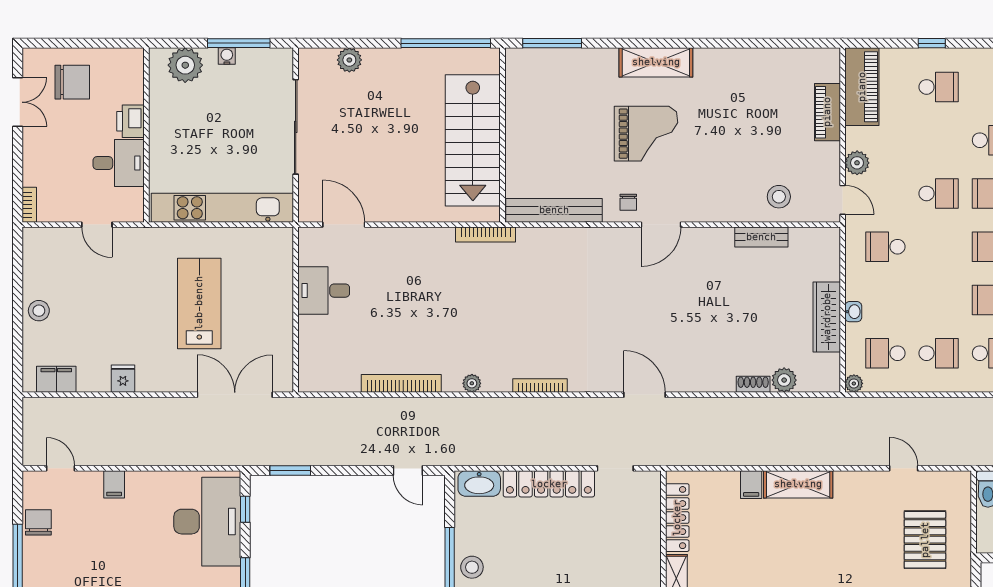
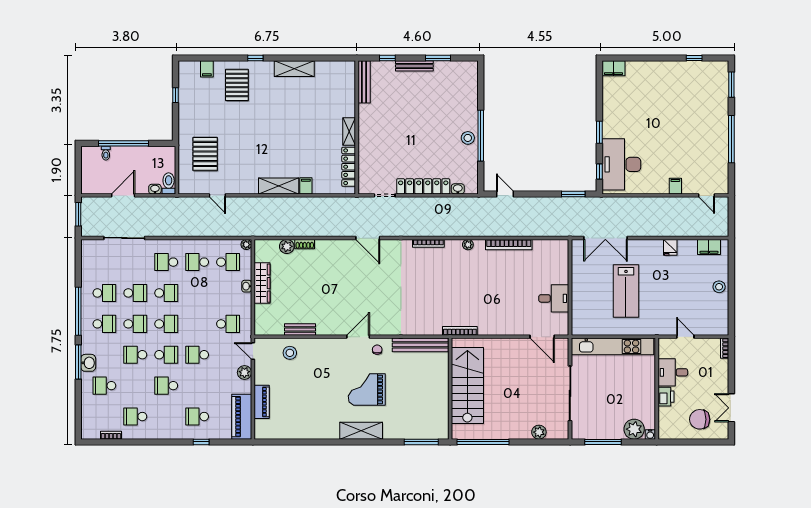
water cooler: (227, 56) -> (650, 434), moved
washbasin: (479, 483) -> (458, 189), width x0.52, depth x0.69
chair: (38, 522) -> (719, 164), removed

